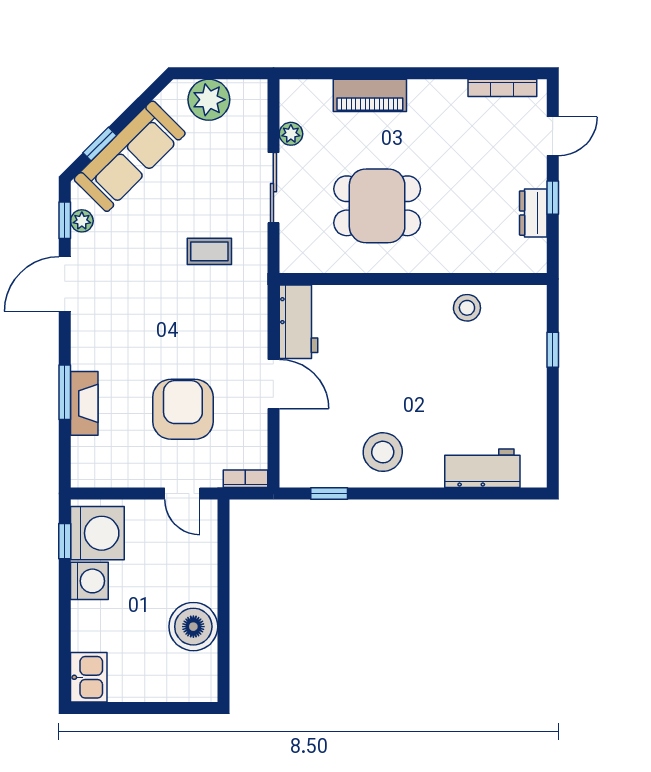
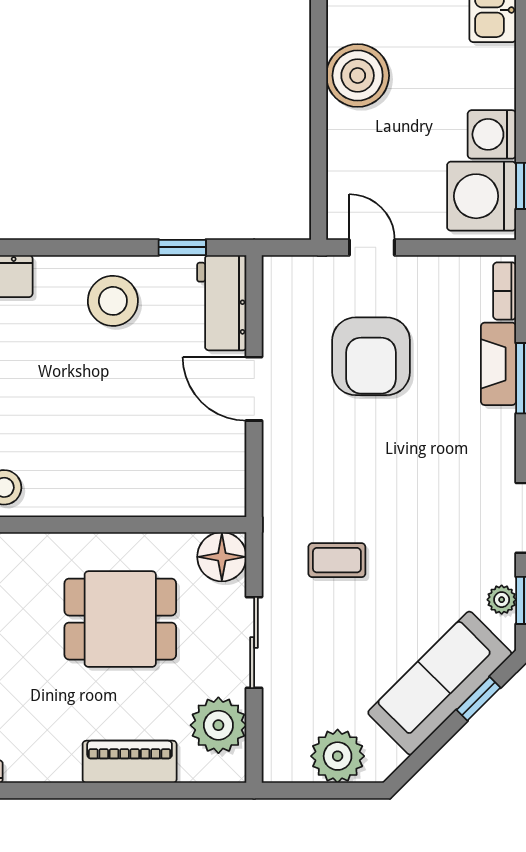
plant: (291, 134) -> (218, 725), width x1.88, depth x1.88
floor lamp: (298, 254) -> (222, 557), added
workbench: (298, 322) -> (222, 303), moved
bookcase: (245, 479) -> (505, 291), moved, turned 90

